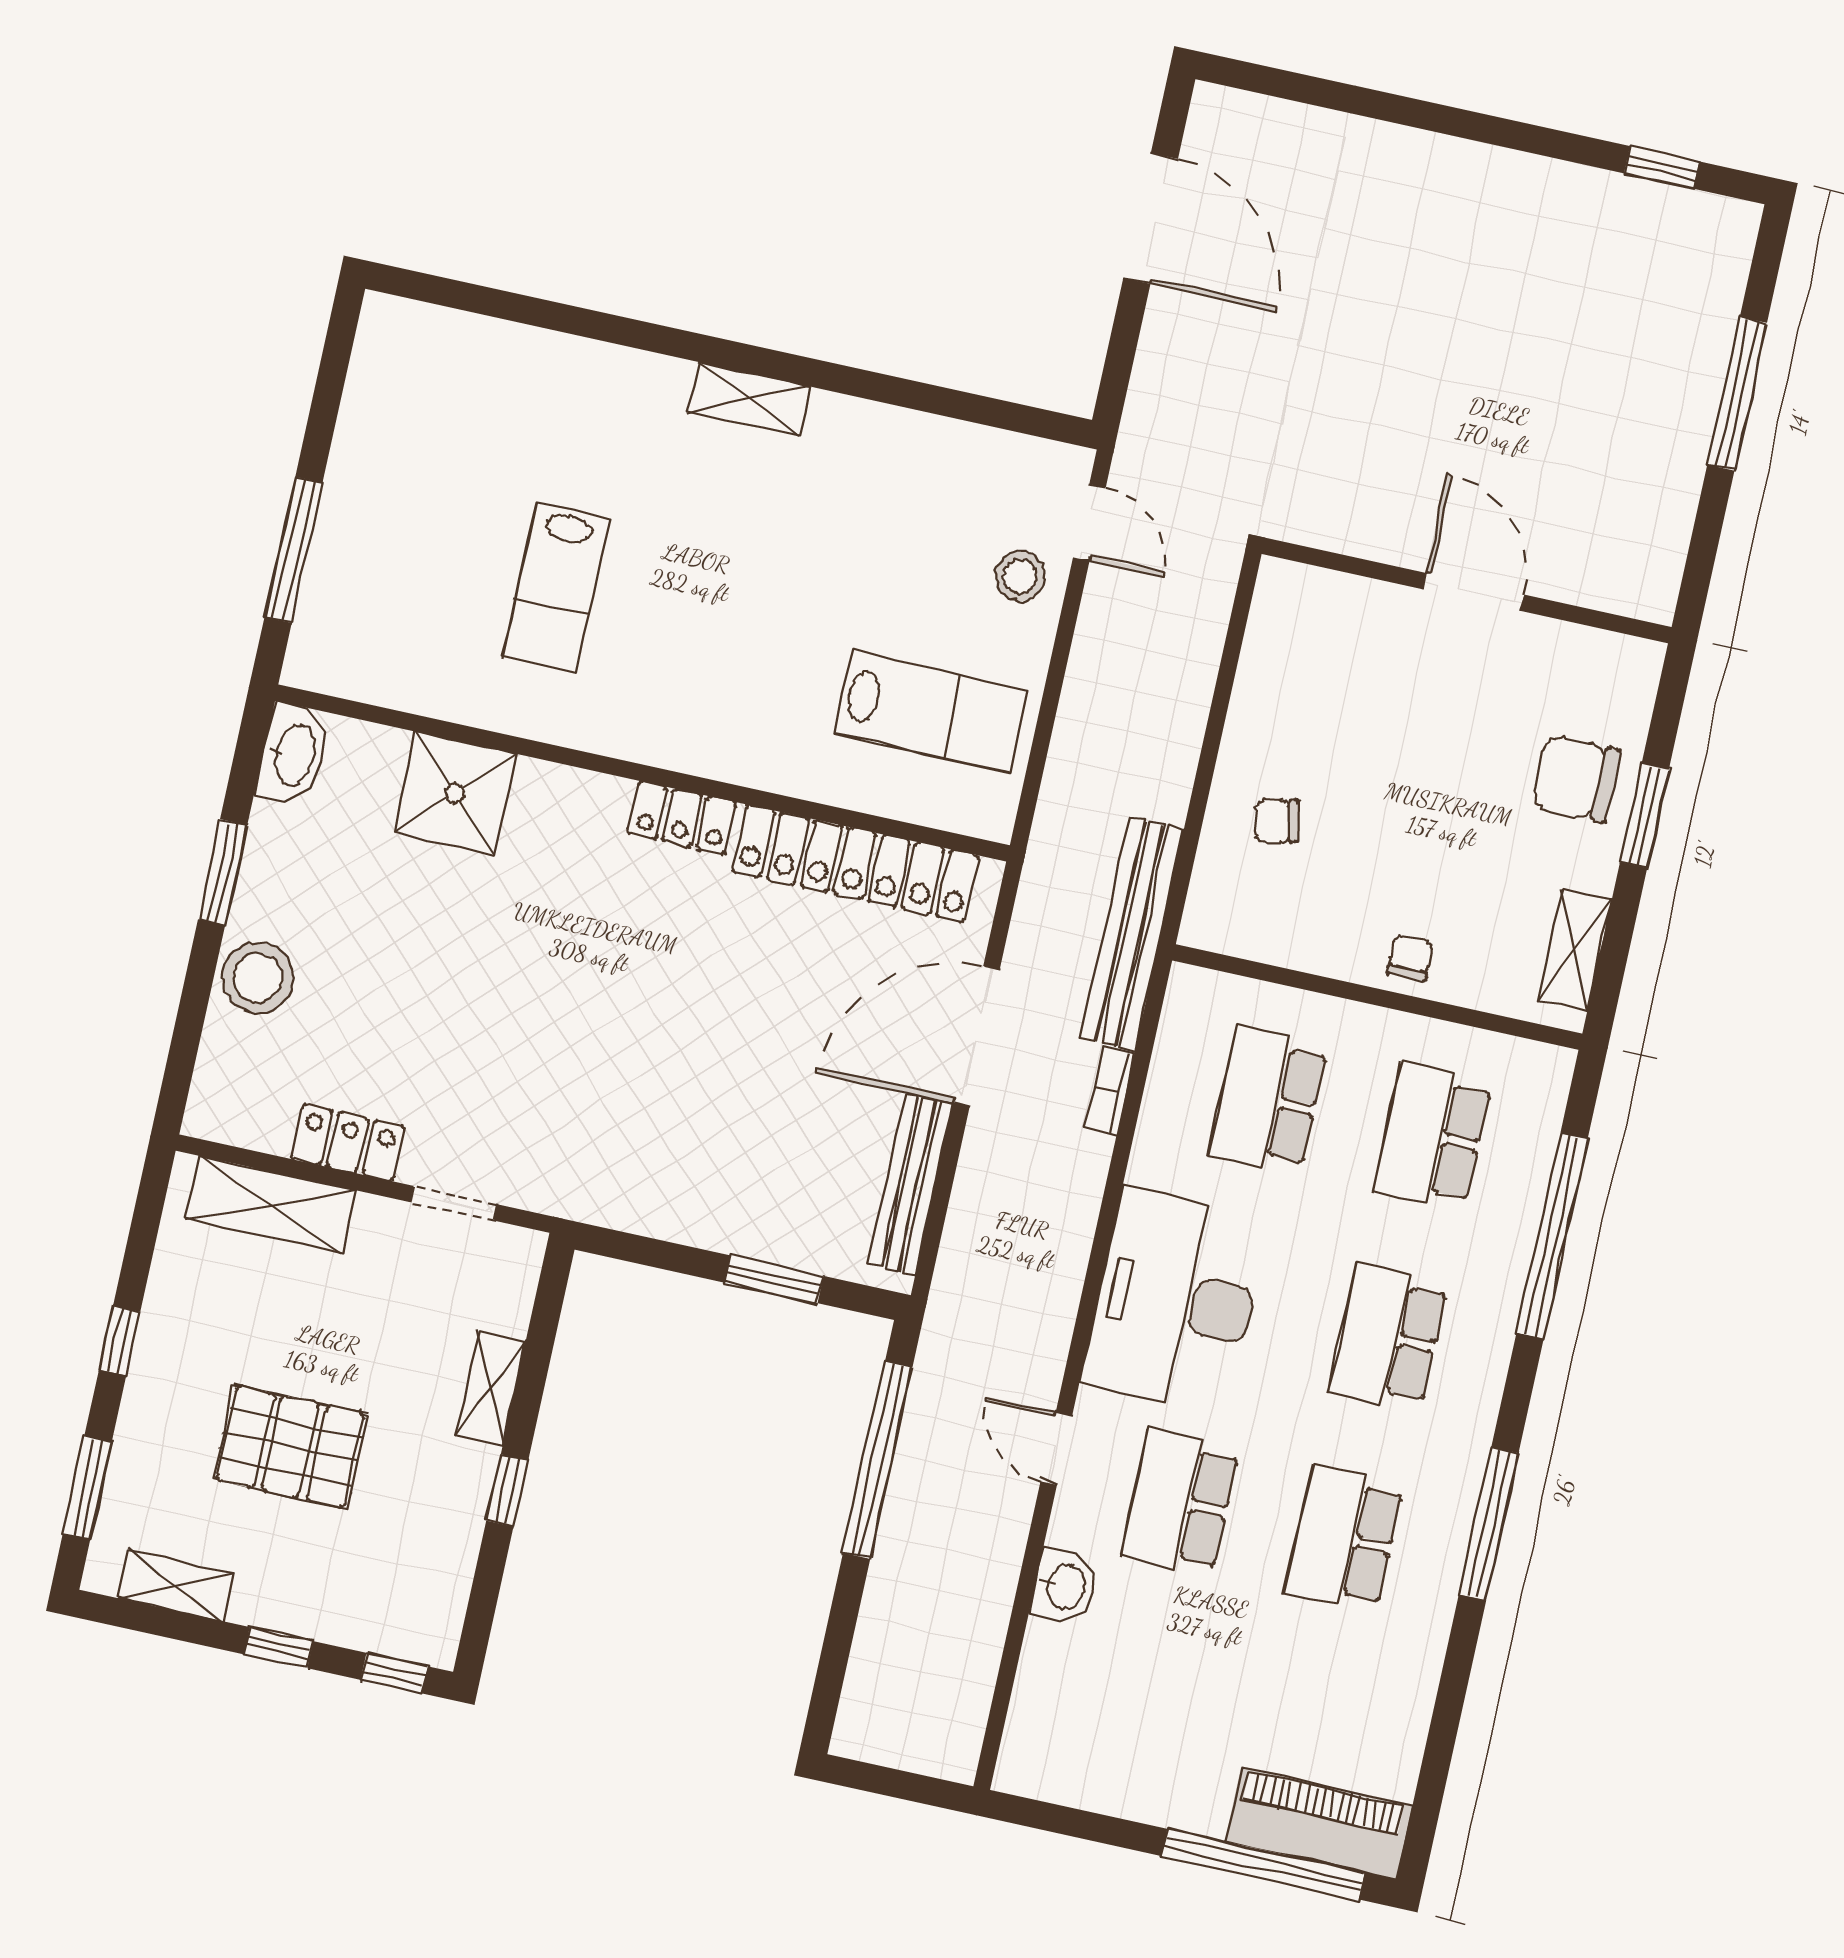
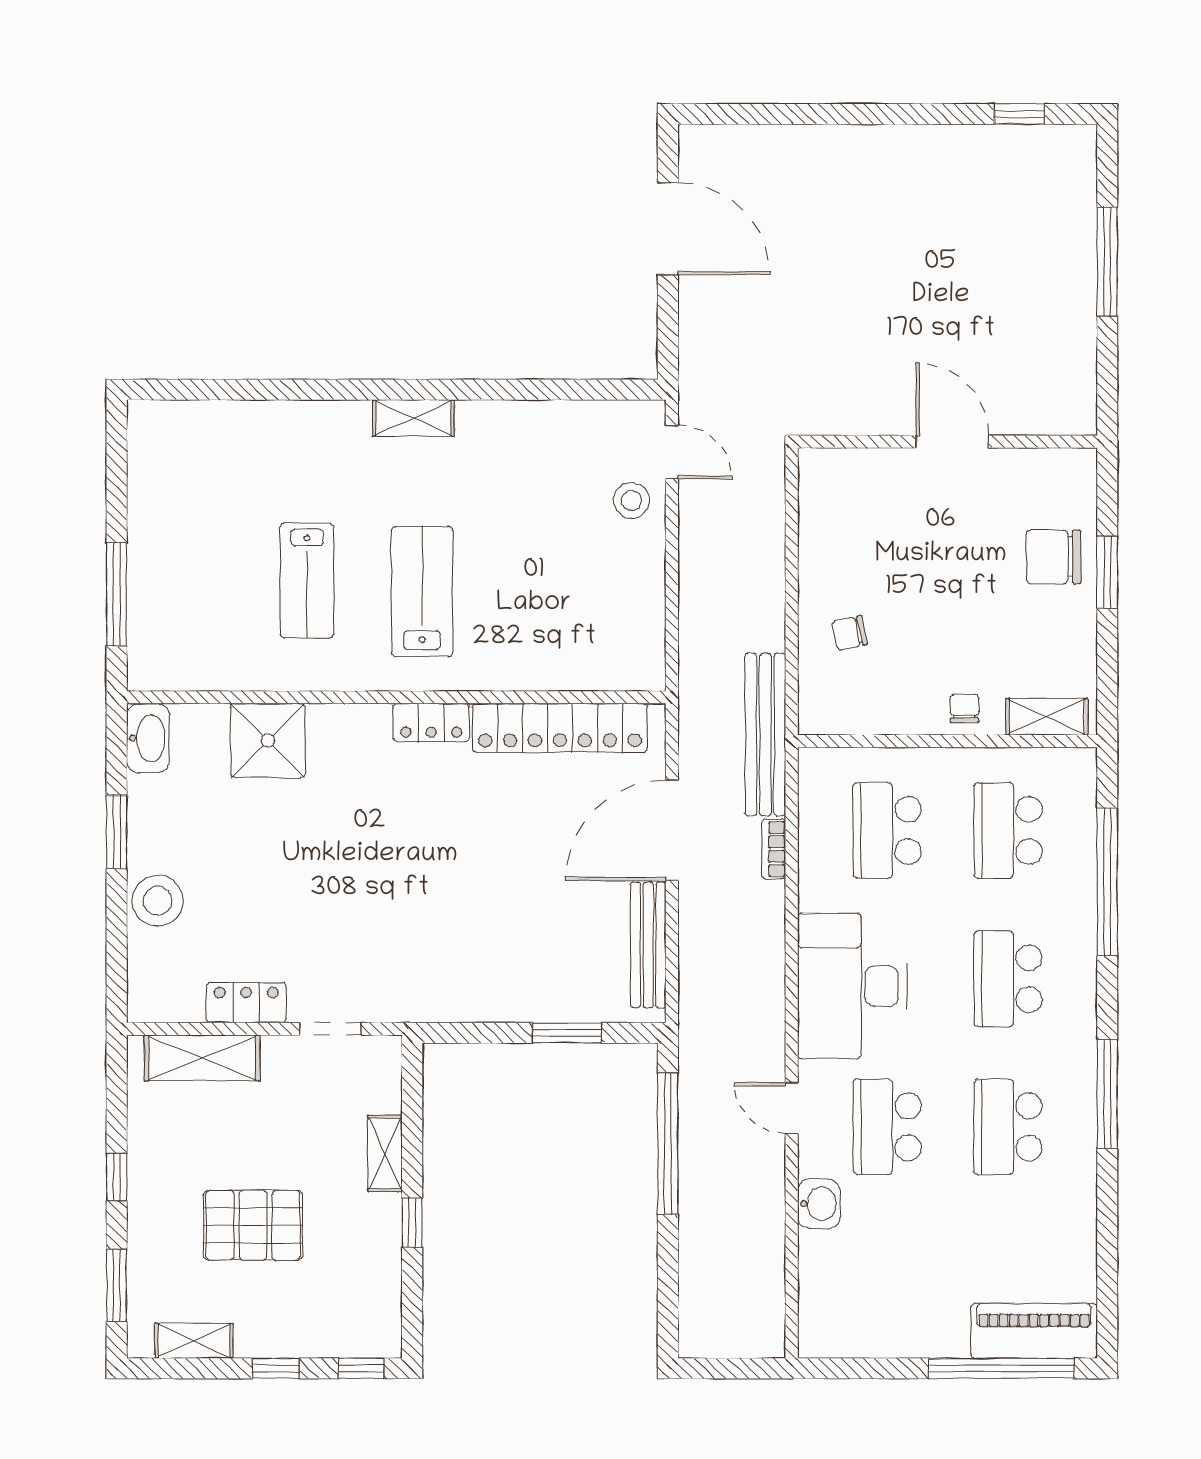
lab bench: (931, 712) -> (422, 591), moved, turned -90
shelving: (1575, 950) -> (1047, 717), moved, turned 90

